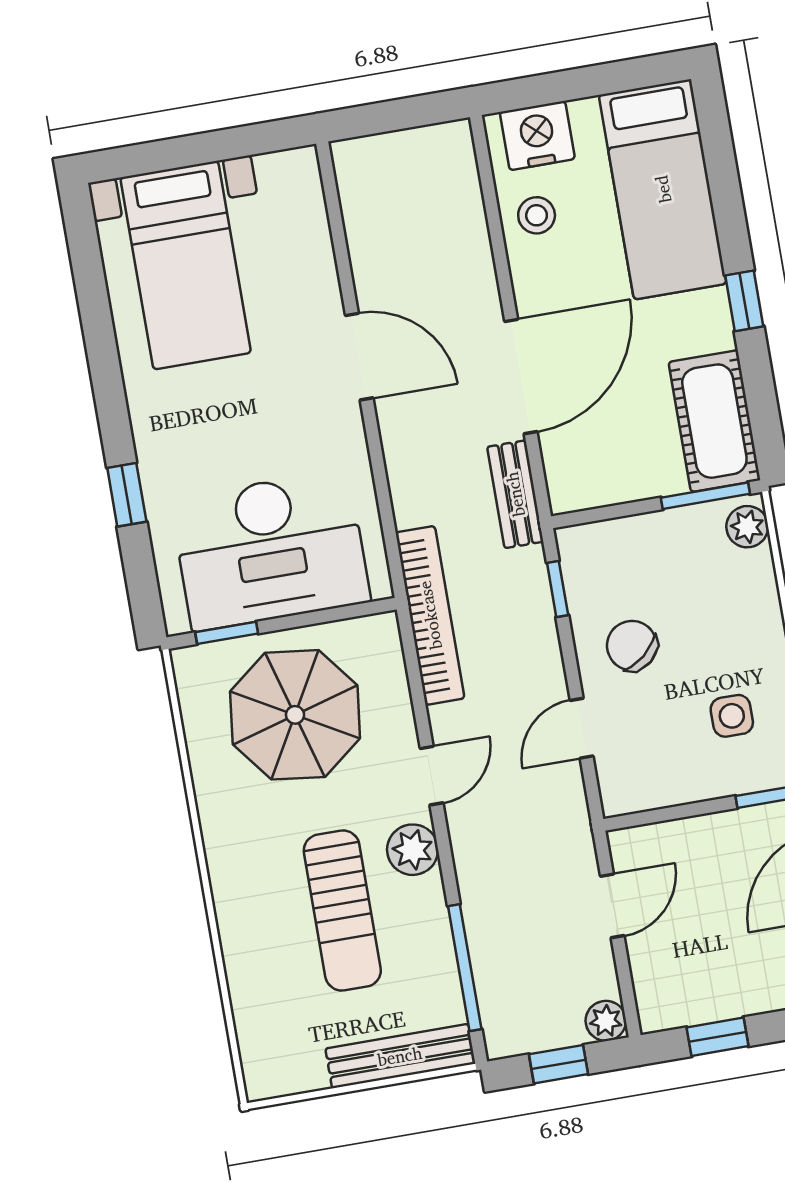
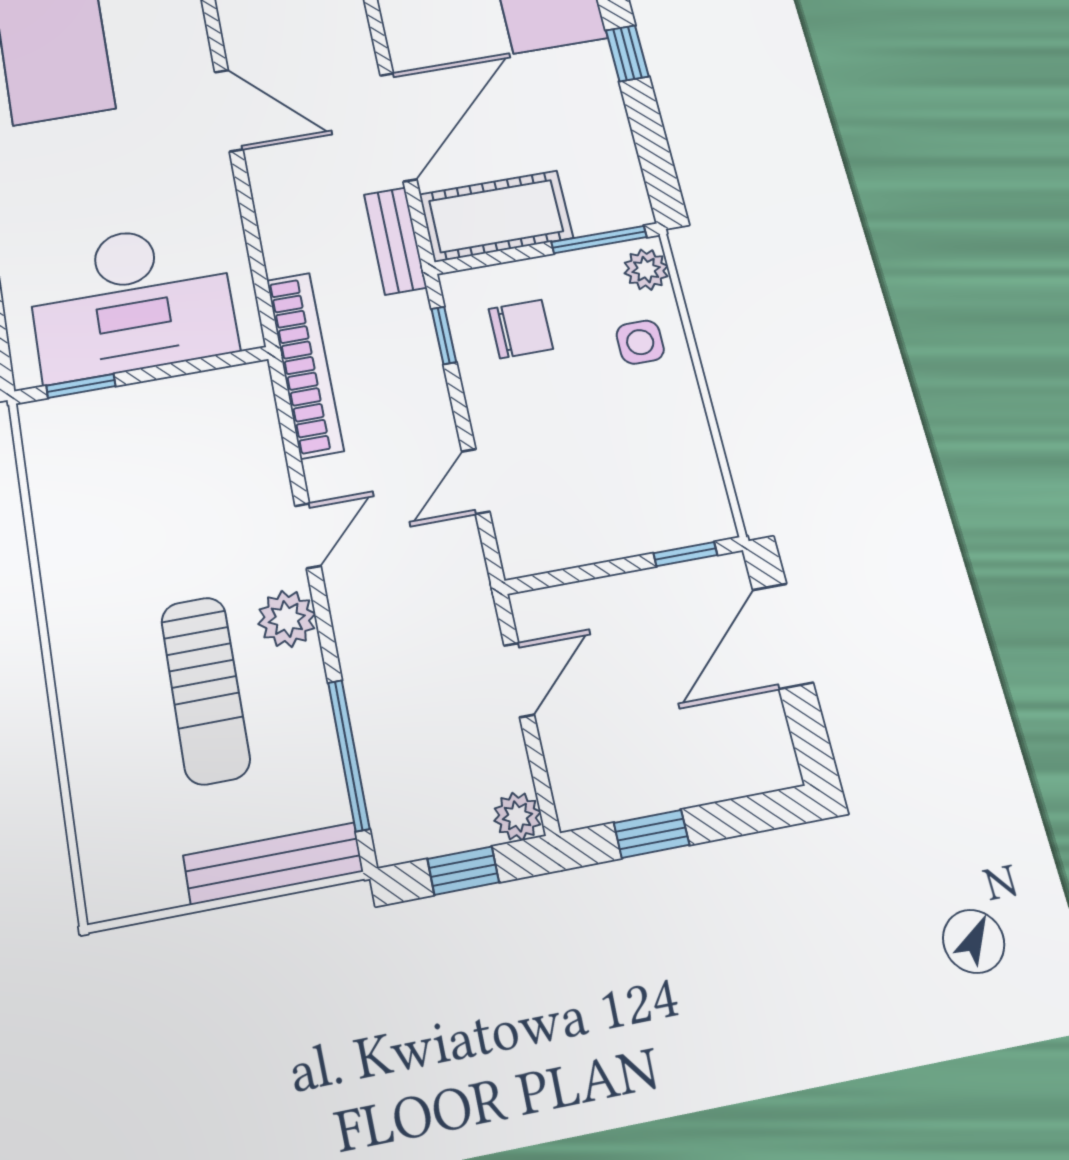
cot: (714, 421) -> (496, 216), moved, turned 90
chair: (632, 646) -> (521, 329), moved, turned 130
parasol: (295, 715) -> (155, 472), removed
side table: (732, 716) -> (640, 342), moved

